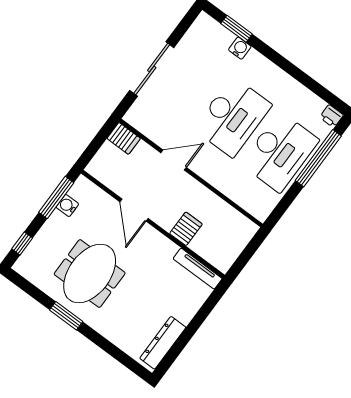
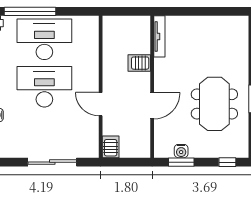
window: (56, 198) -> (181, 162), width x0.69
meeting table: (90, 274) -> (214, 104), turned 90
dresser: (163, 343) -> (224, 23), removed

